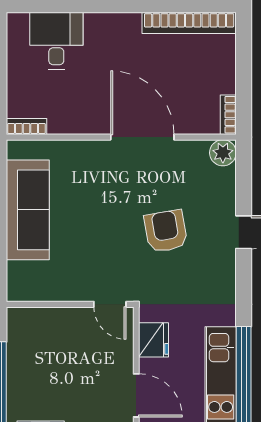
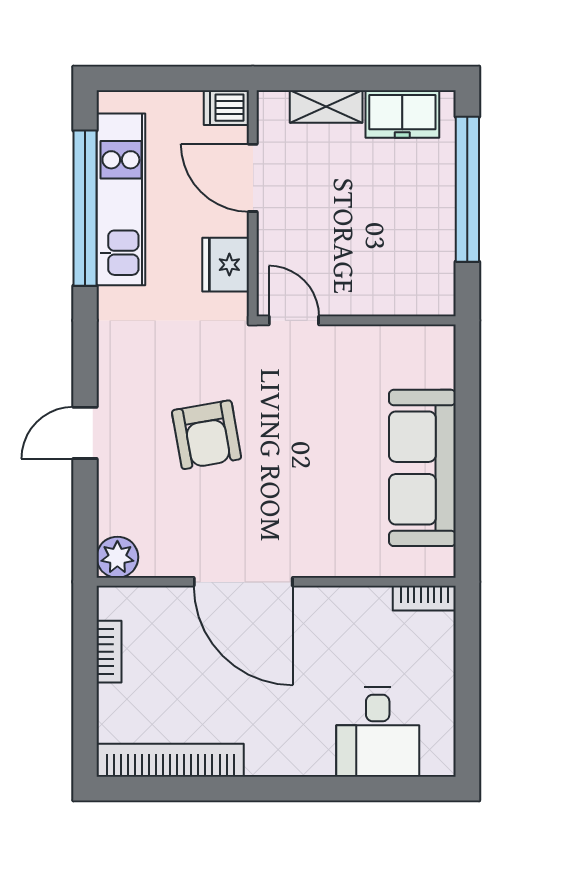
bookcase: (228, 115) -> (109, 652), moved

